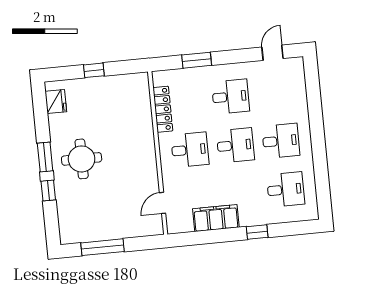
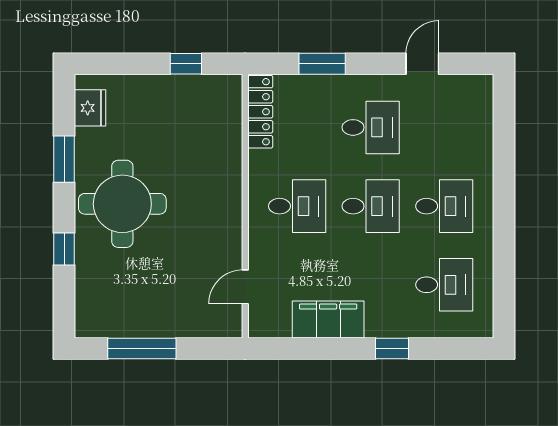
door: (272, 53) -> (422, 64), moved
window: (94, 70) -> (186, 64), moved
locker: (163, 109) -> (260, 112), moved
window: (45, 157) -> (64, 159), moved
round table: (82, 159) -> (122, 204), width x1.36, depth x1.36

